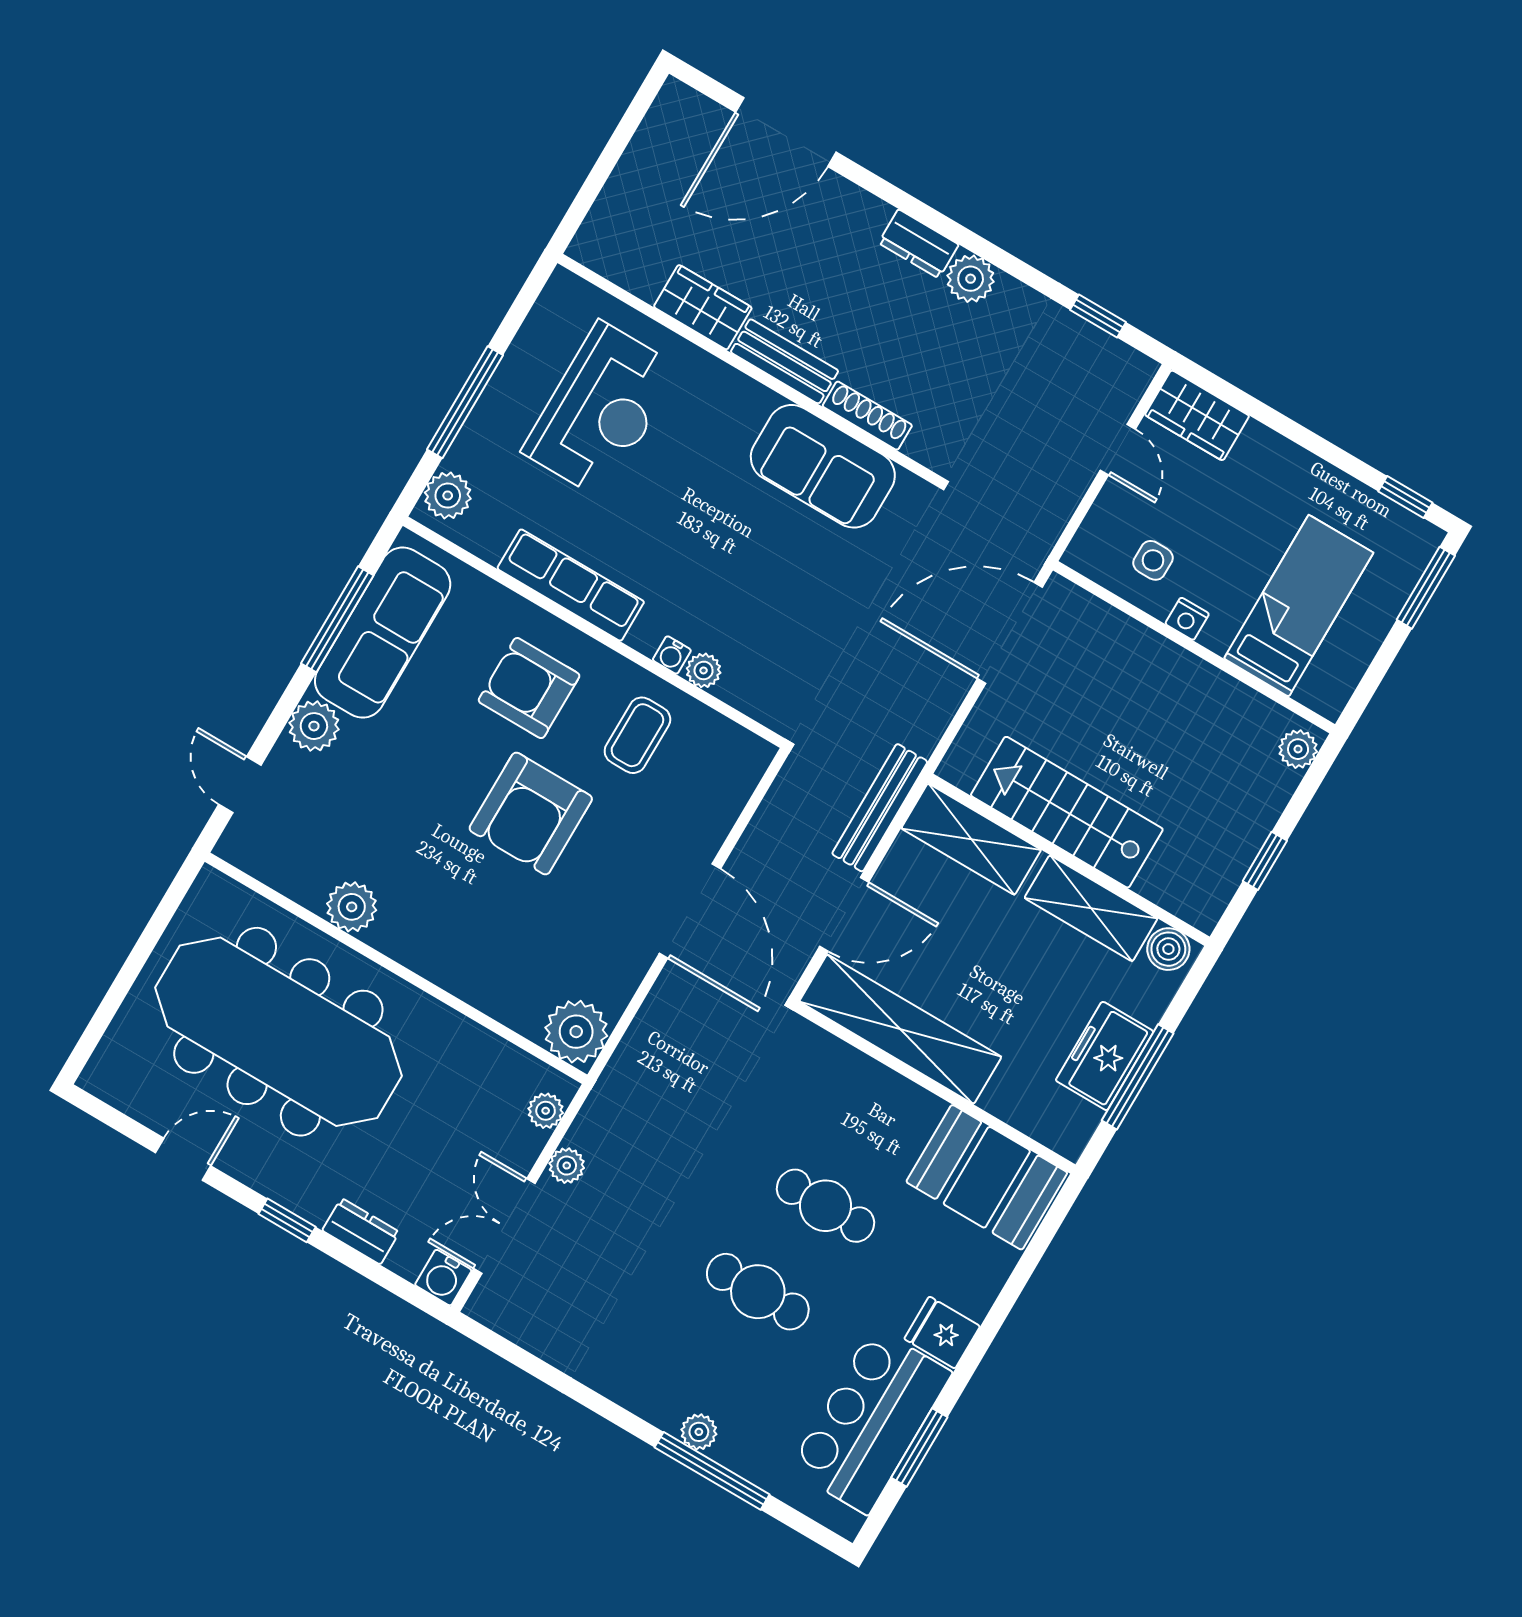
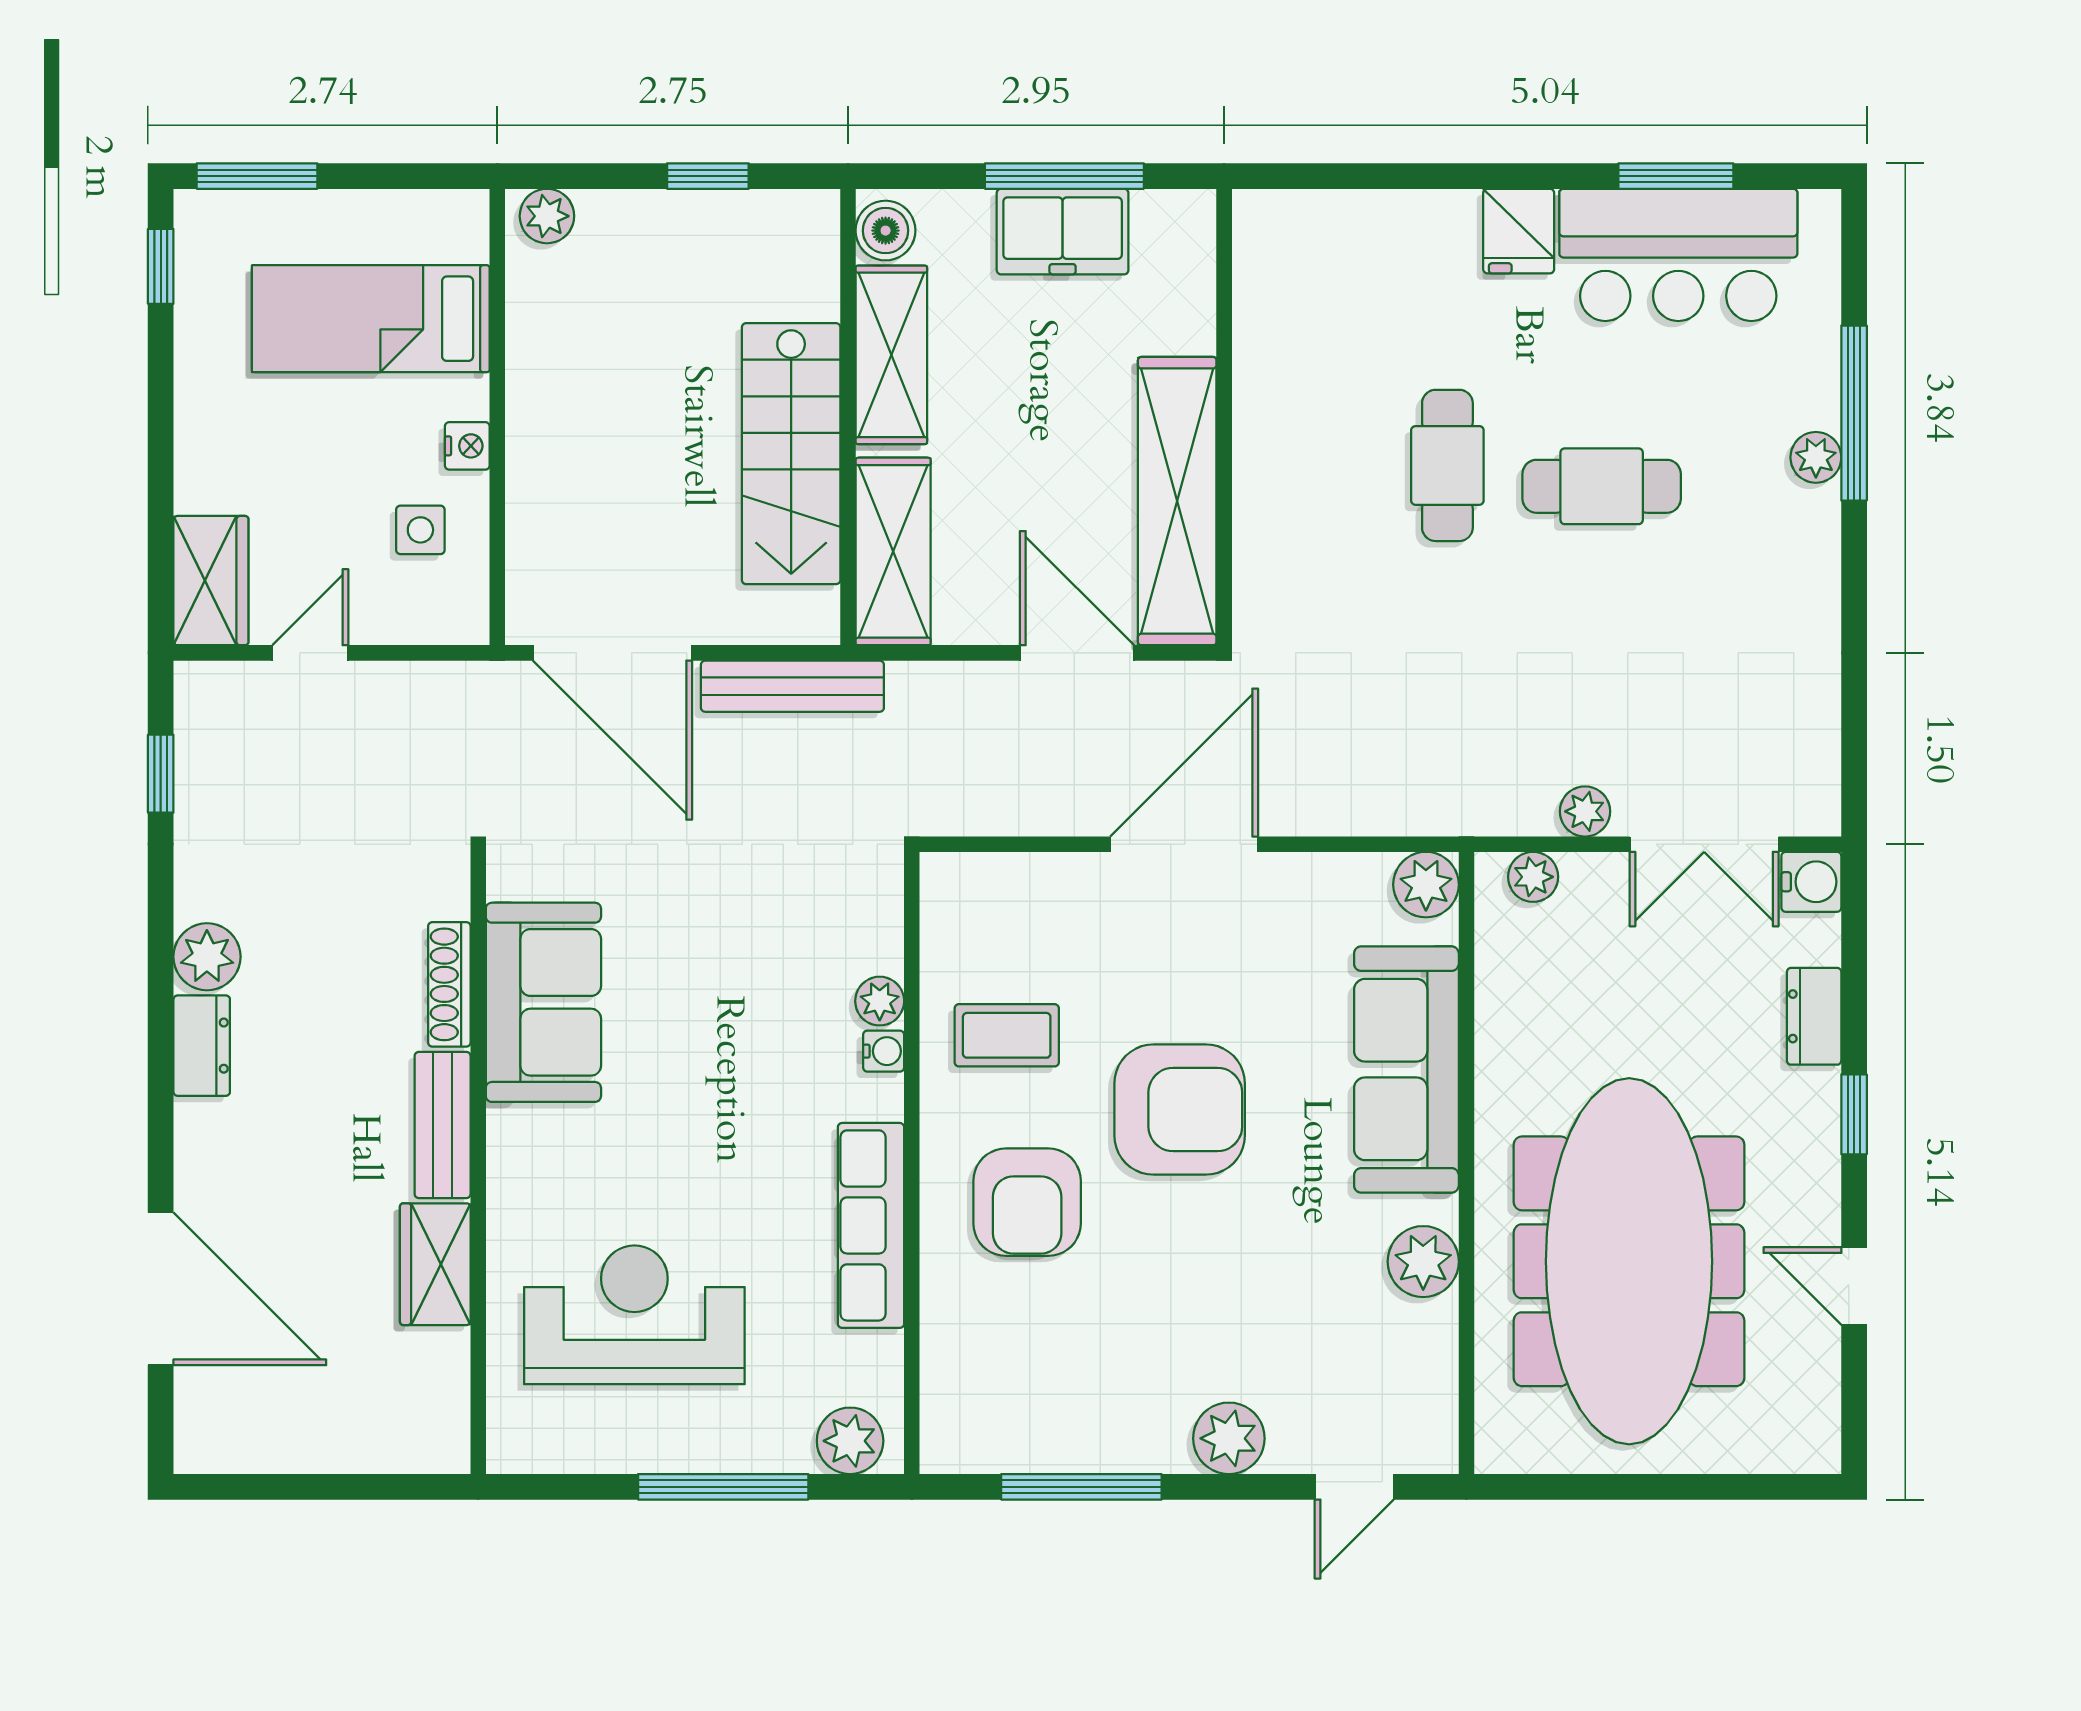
sofa: (383, 633) -> (1406, 1069), moved, turned -90
bench: (880, 808) -> (792, 686), moved
plant: (576, 1032) -> (1426, 885), width x0.73, depth x0.73
booth: (987, 1177) -> (1296, 288), removed
cafe table: (758, 1292) -> (1602, 486), turned 90

